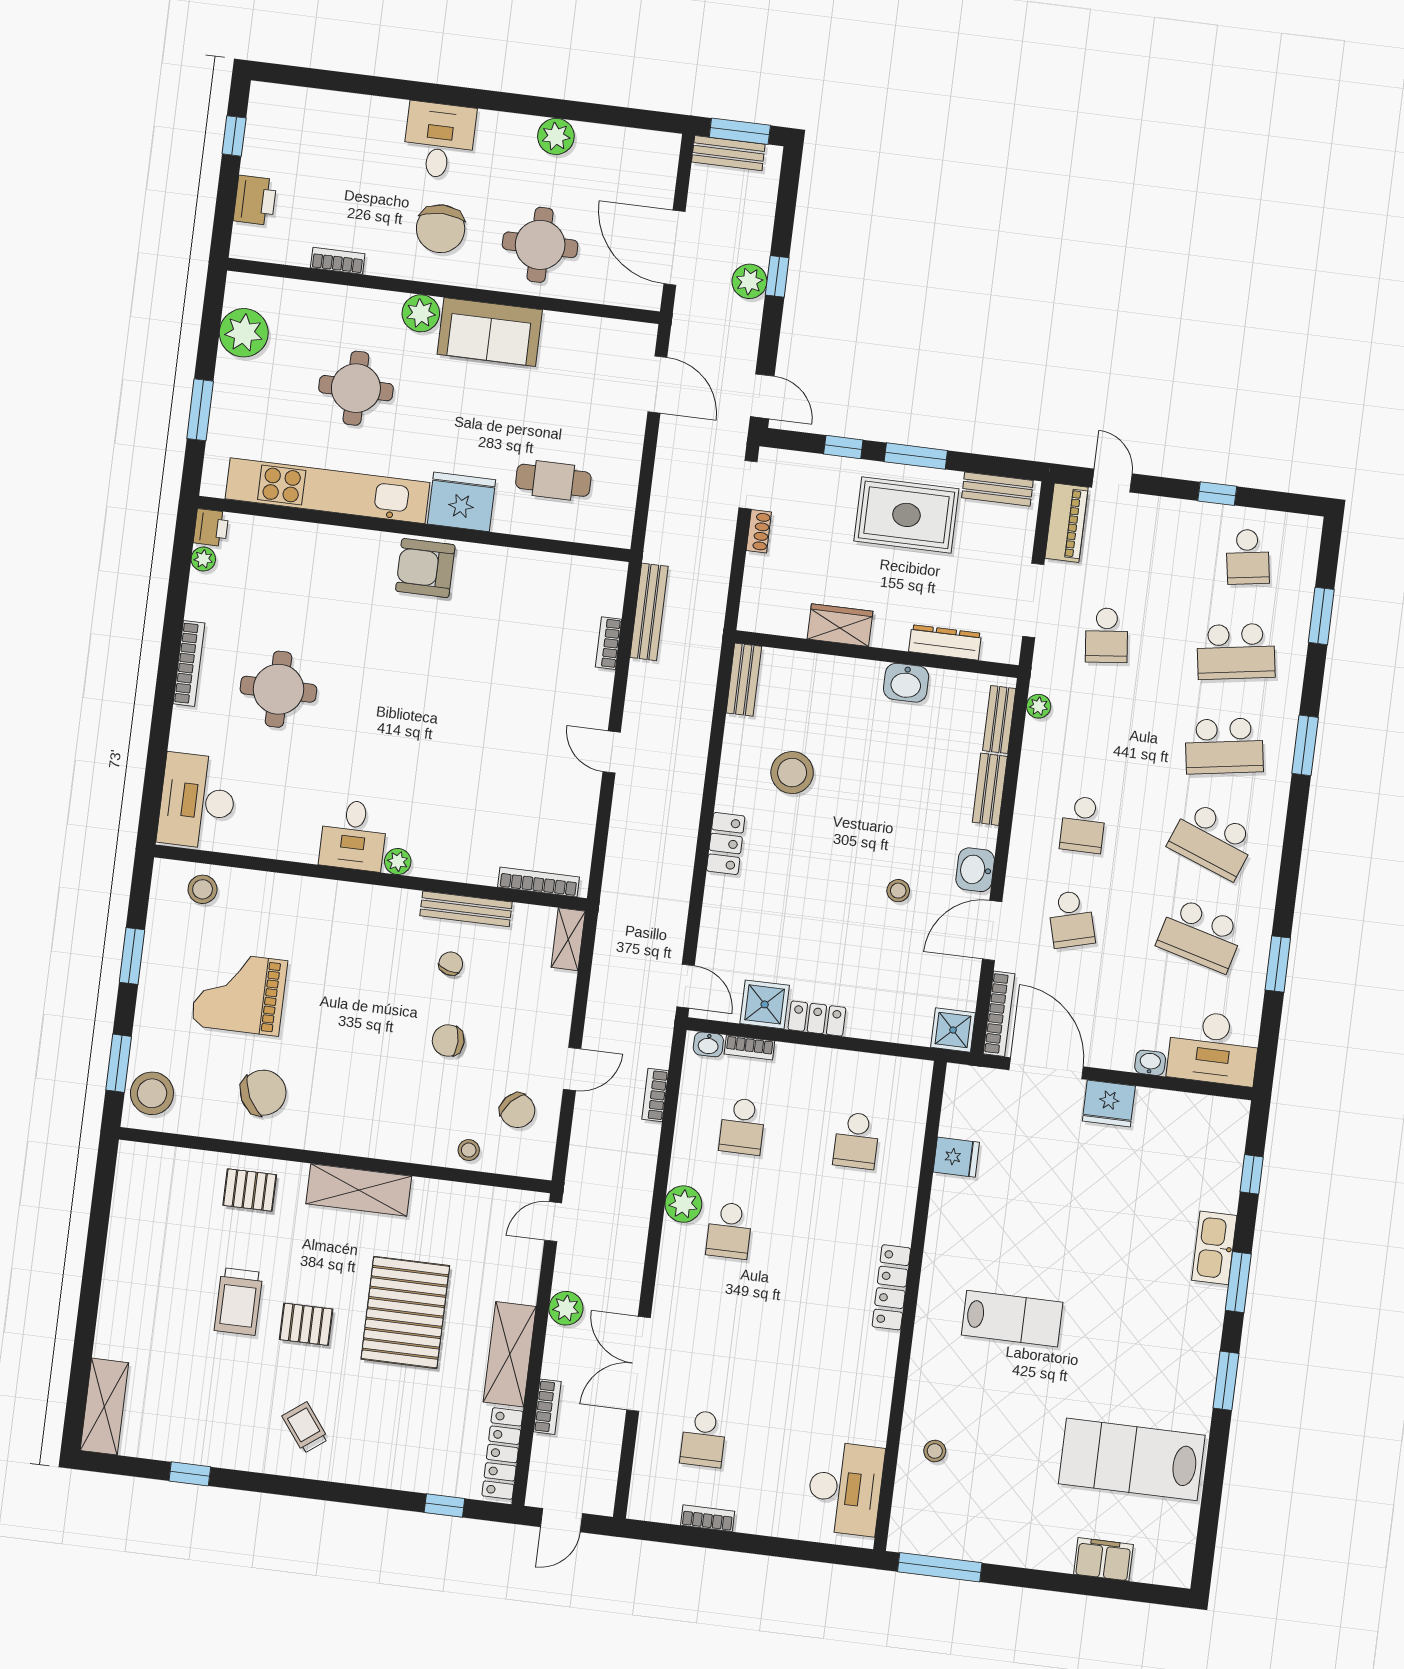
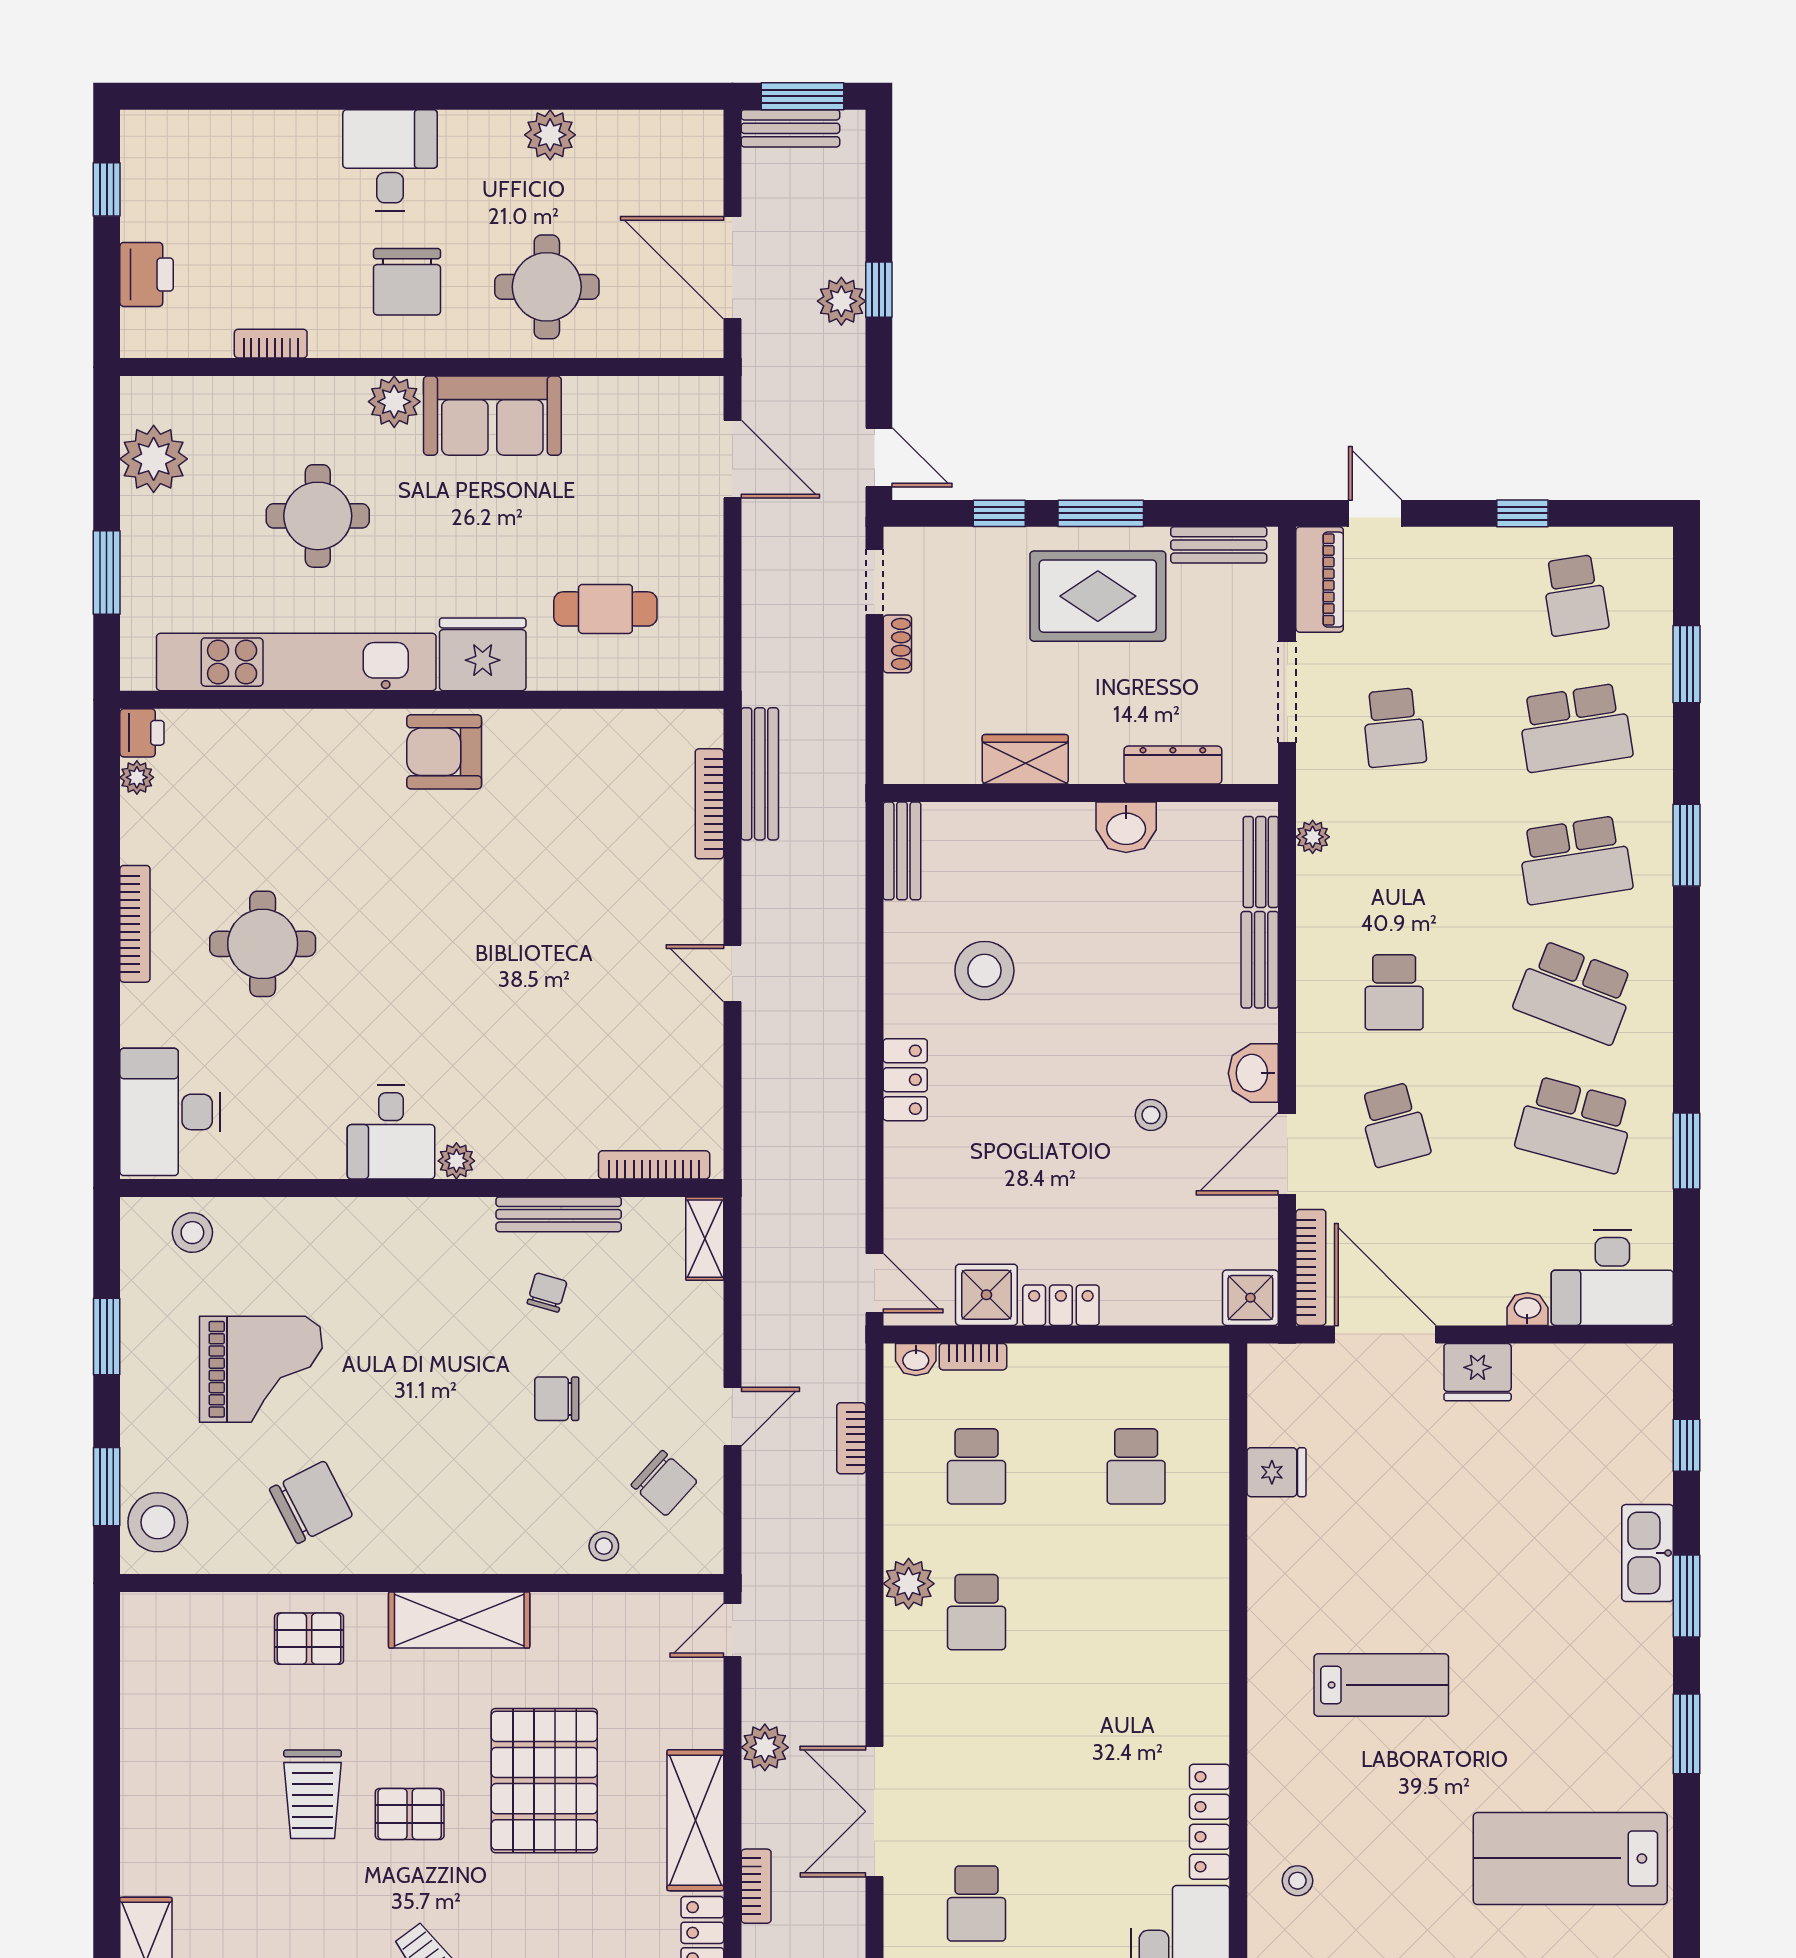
bookcase: (609, 643) -> (709, 804), width x1.56
grand piano: (239, 993) -> (261, 1369), turned 180
locker: (891, 1287) -> (1210, 1822), moved

